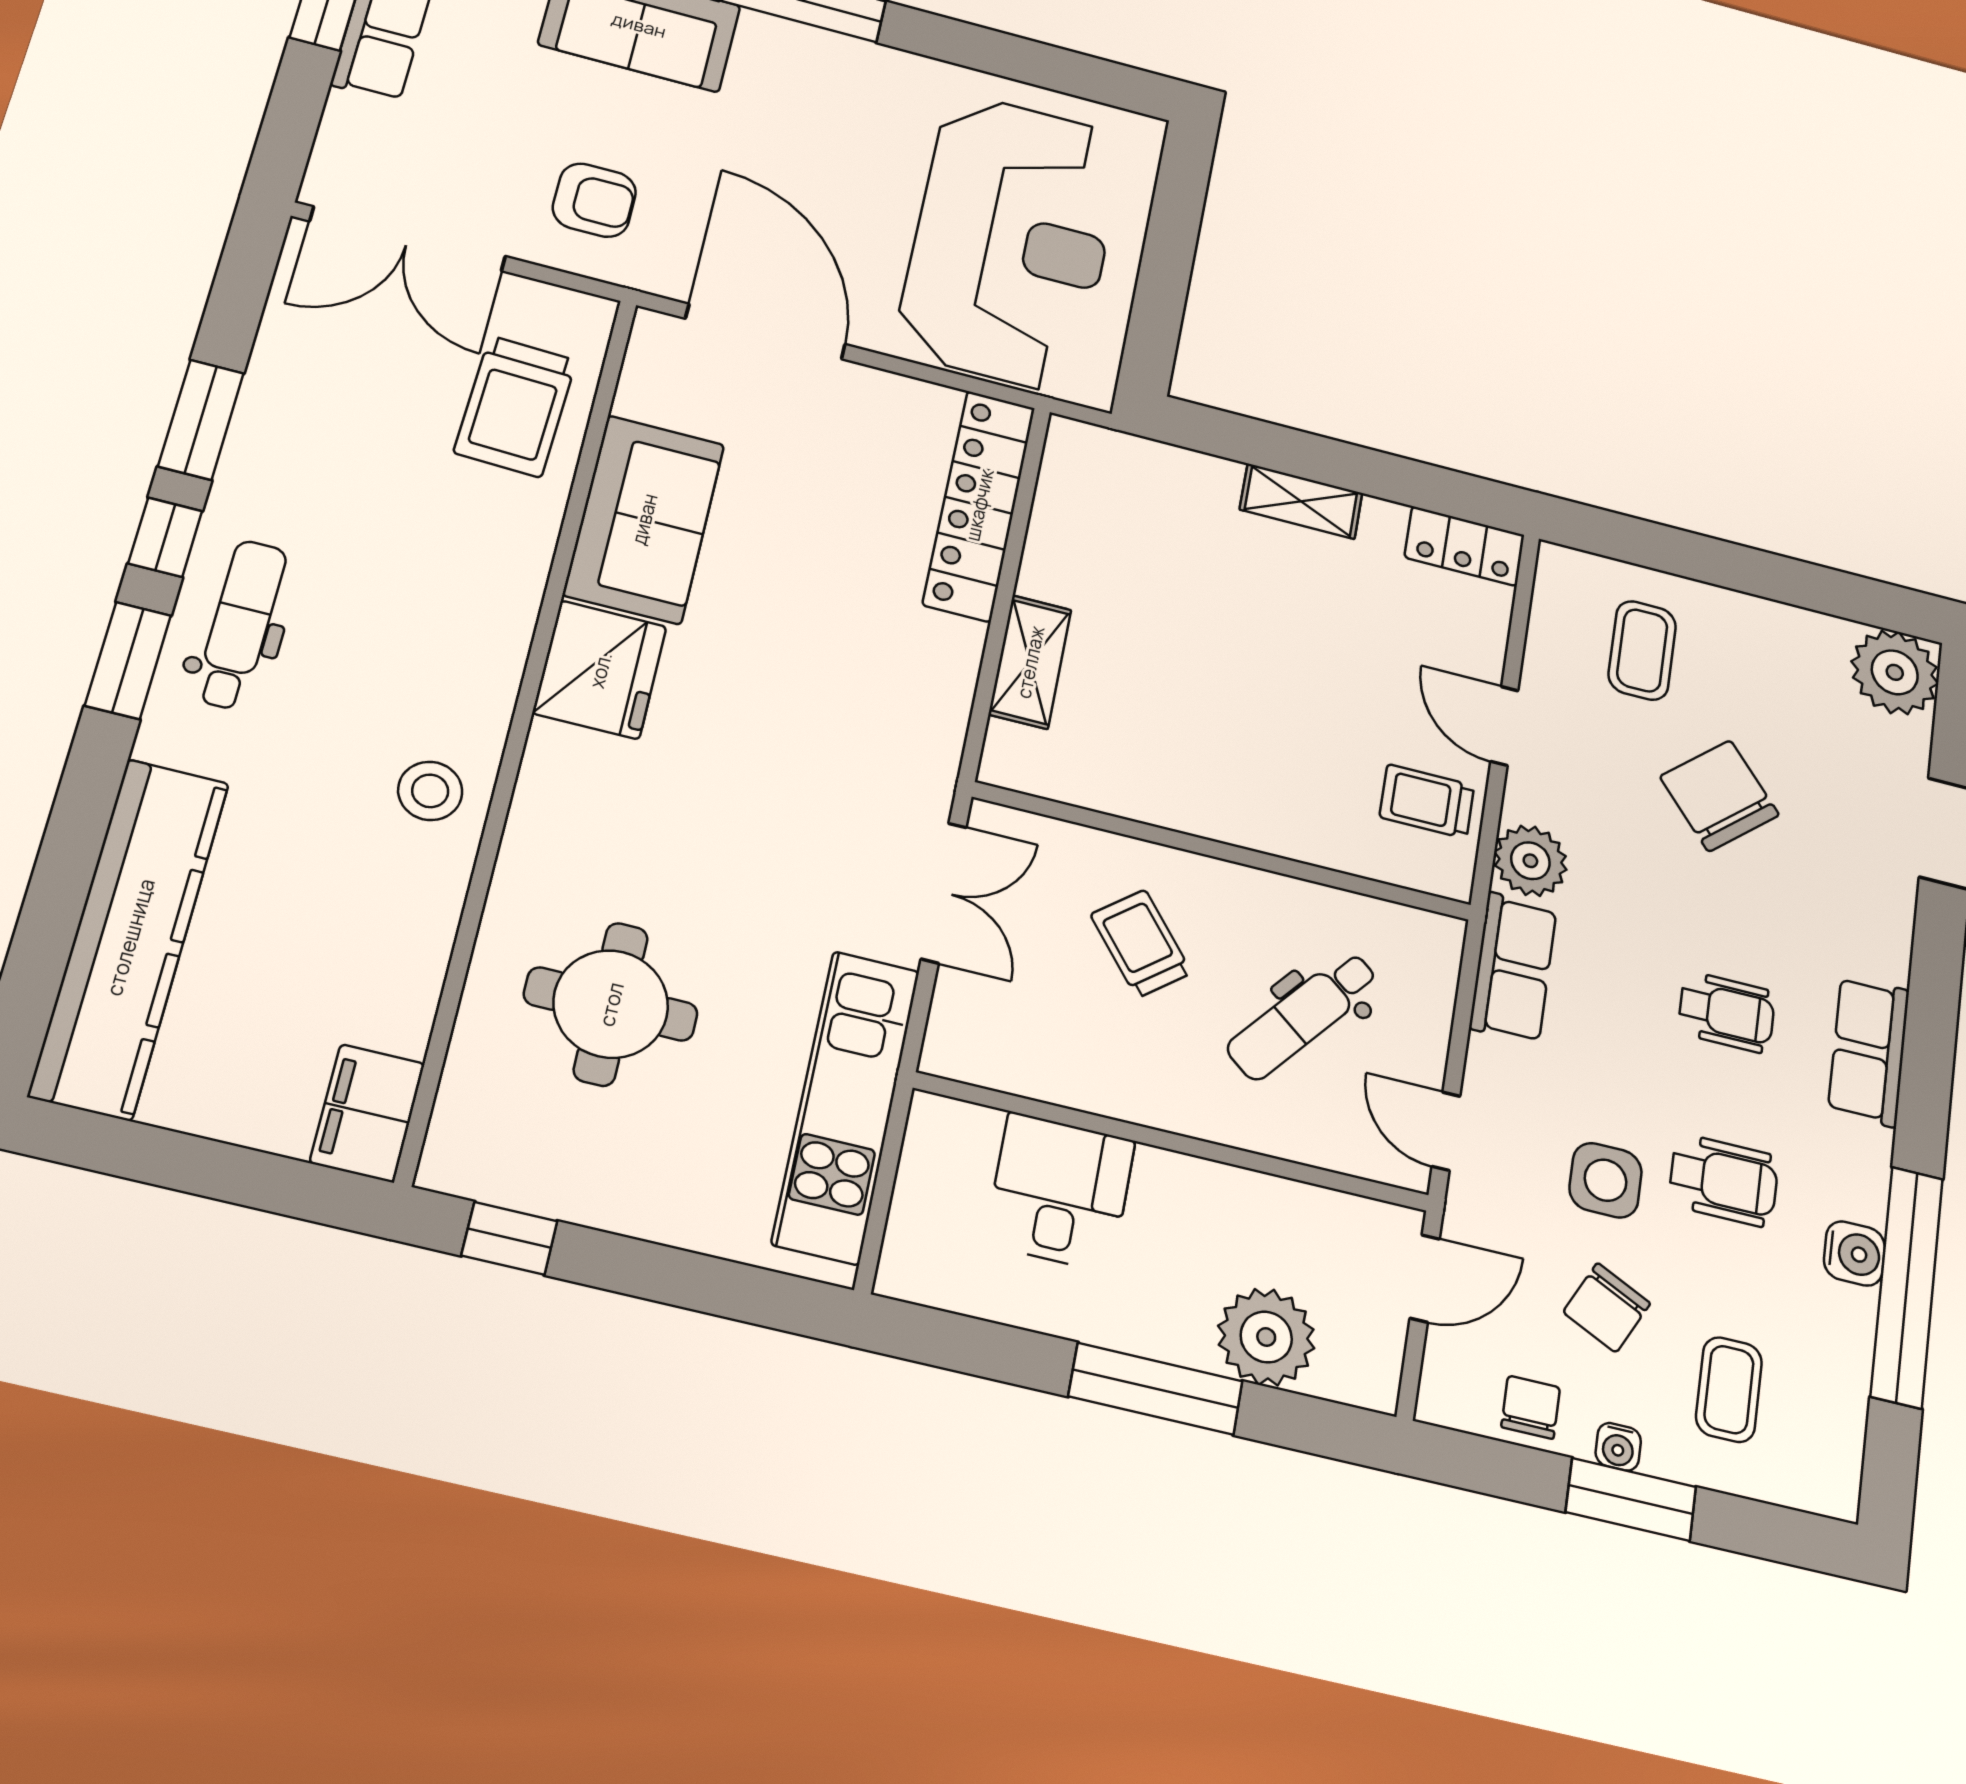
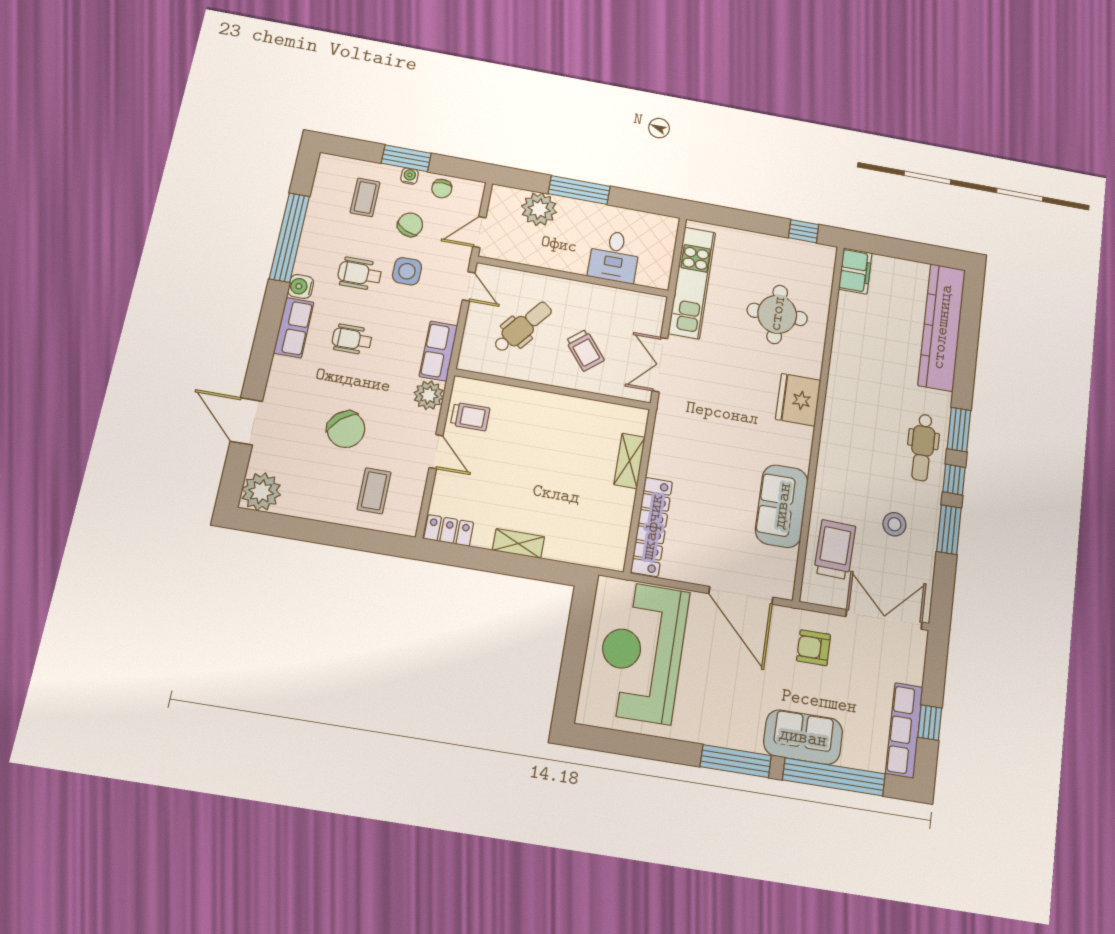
fridge: (600, 670) -> (798, 400), moved
stool: (430, 791) -> (894, 524), moved
water cooler: (1854, 1253) -> (301, 287), moved

